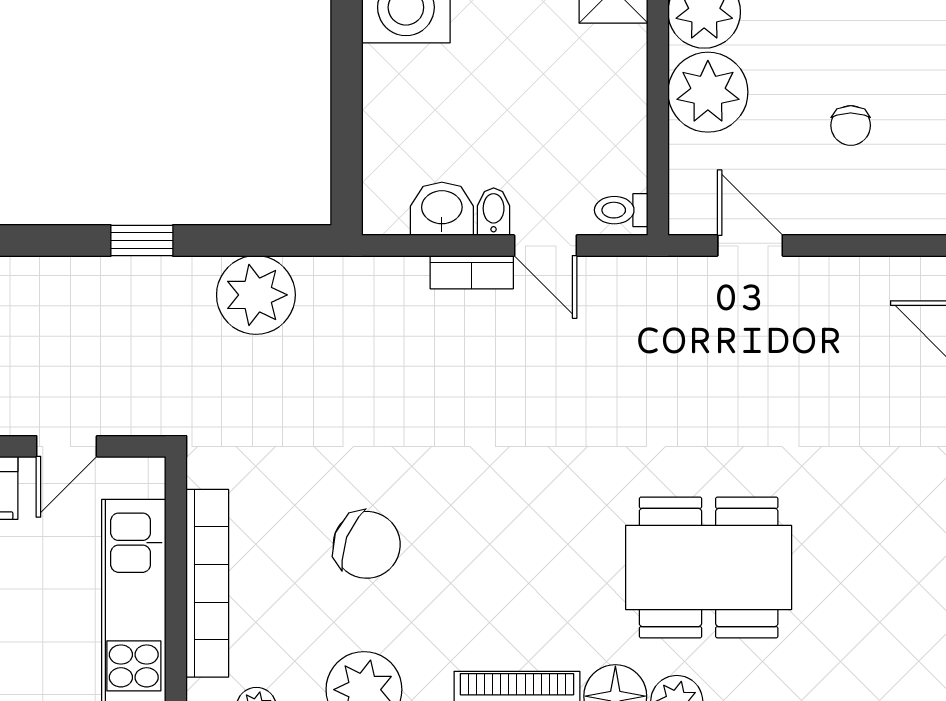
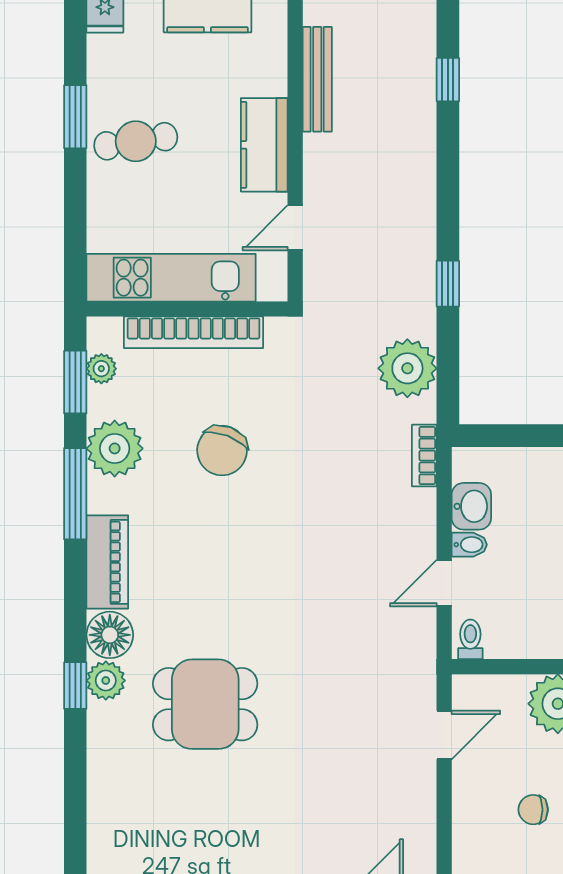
bookcase: (472, 272) -> (424, 456), moved
door: (67, 446) -> (295, 228), hinge flipped
dining table: (709, 567) -> (205, 704), width x0.73

